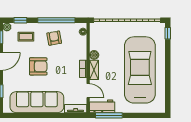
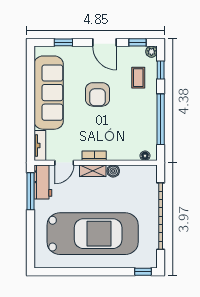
garage door: (127, 20) -> (161, 216), width x0.73
armchair: (54, 38) -> (136, 116), removed

